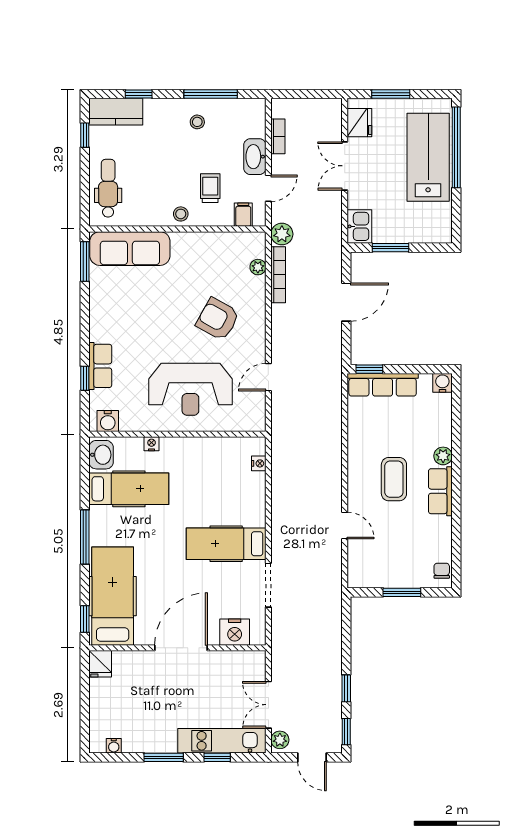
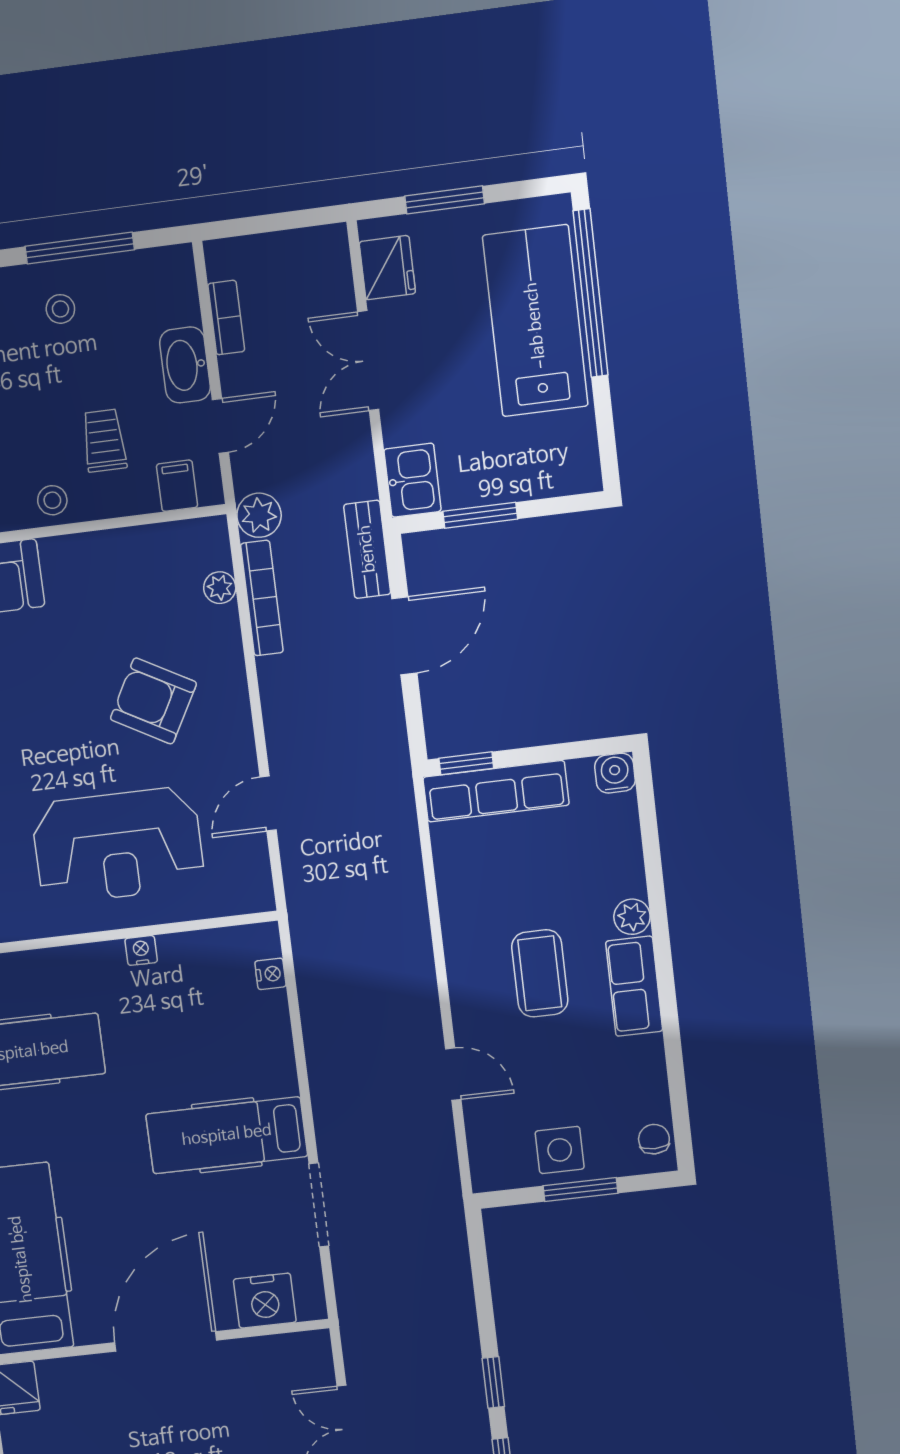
bench: (333, 257) -> (367, 549), added
nightstand: (152, 444) -> (141, 950), moved
side table: (394, 571) -> (560, 1150), added

